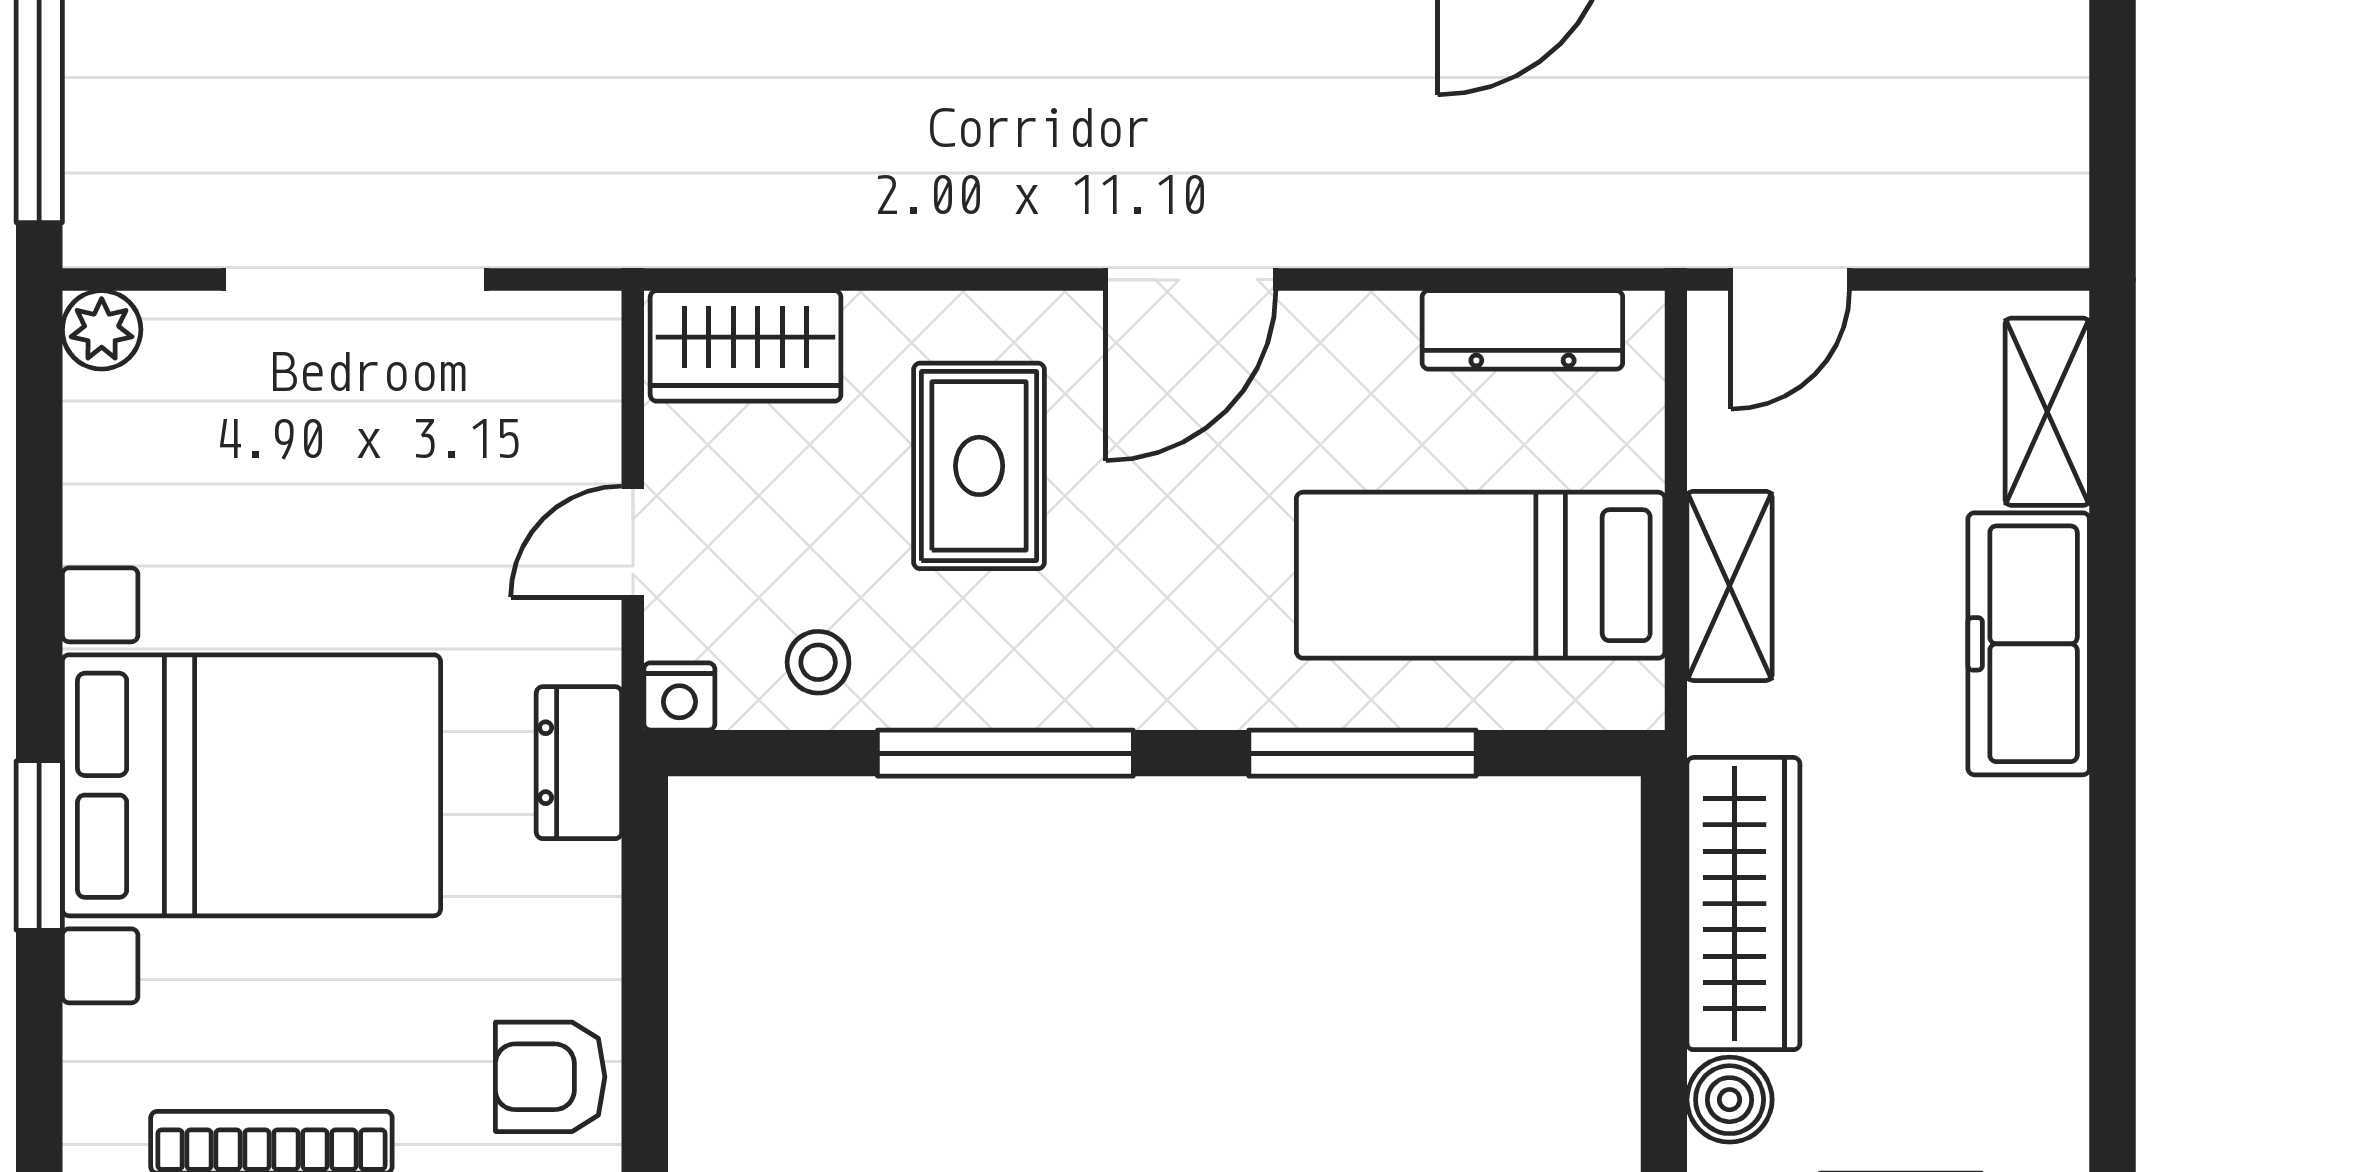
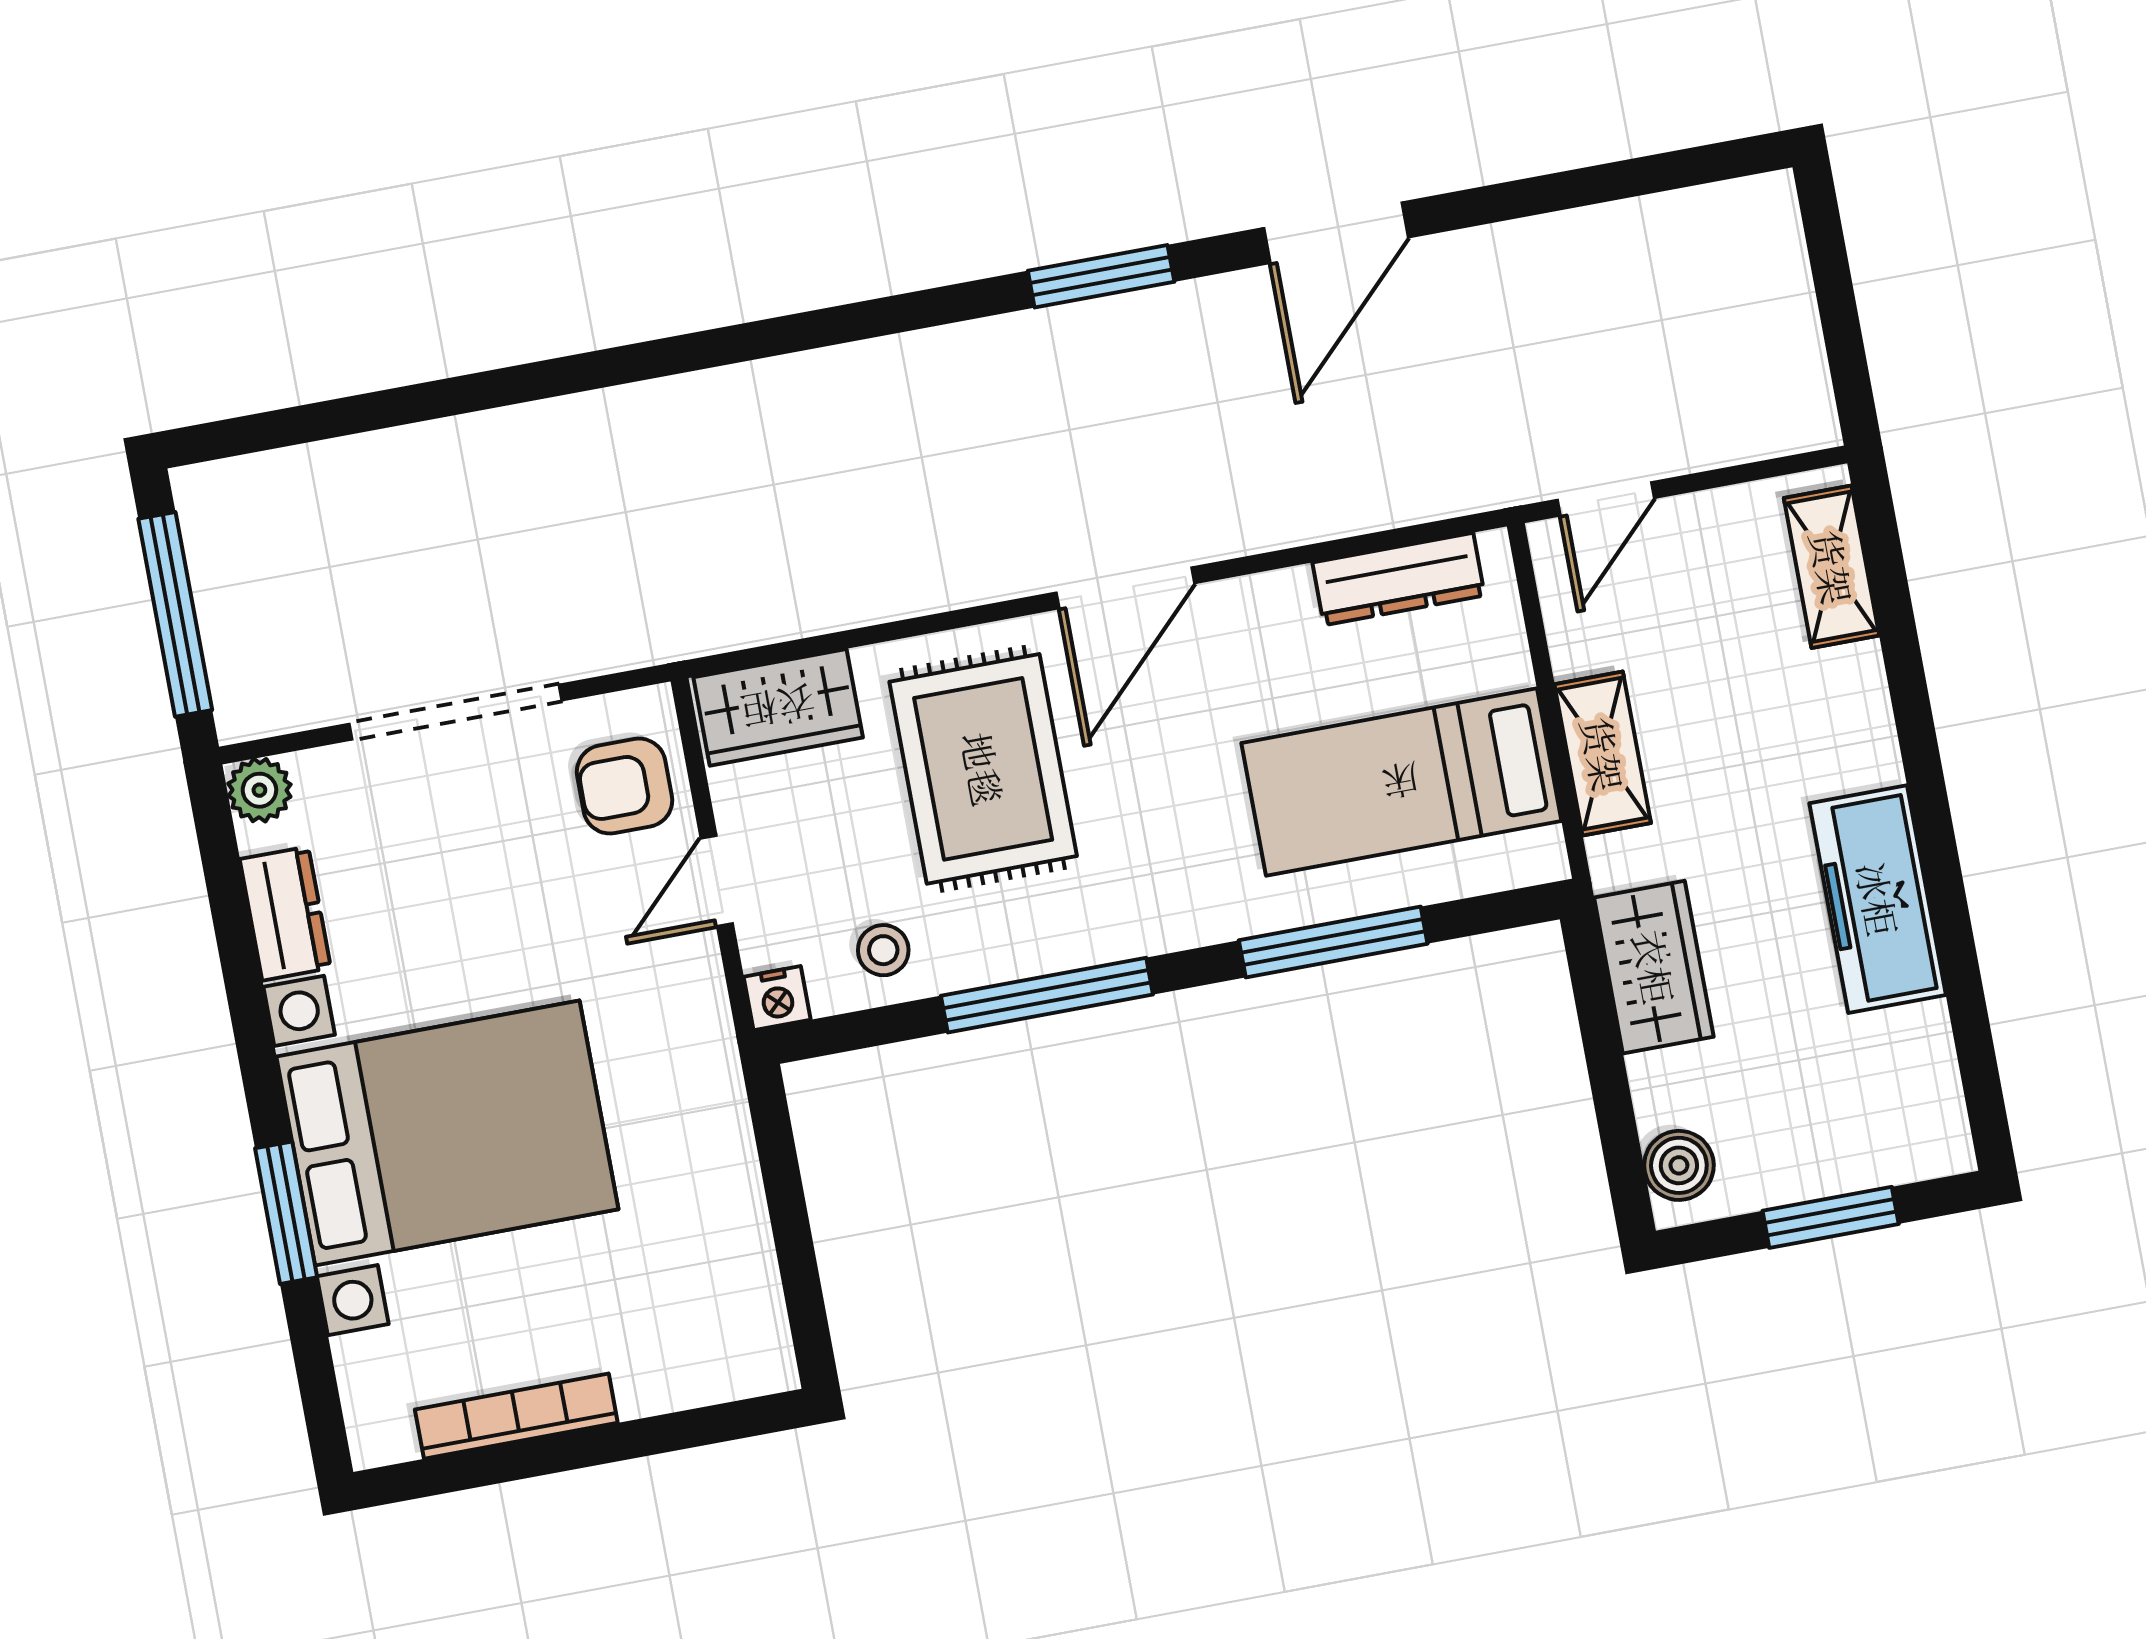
rug: (979, 466) -> (983, 769), width x1.36, depth x1.43
freezer: (2029, 644) -> (1878, 899), moved
dresser: (579, 763) -> (285, 914), moved, turned 180
wardrobe: (1743, 904) -> (1654, 967), width x0.67
armchair: (550, 1077) -> (625, 786), moved

